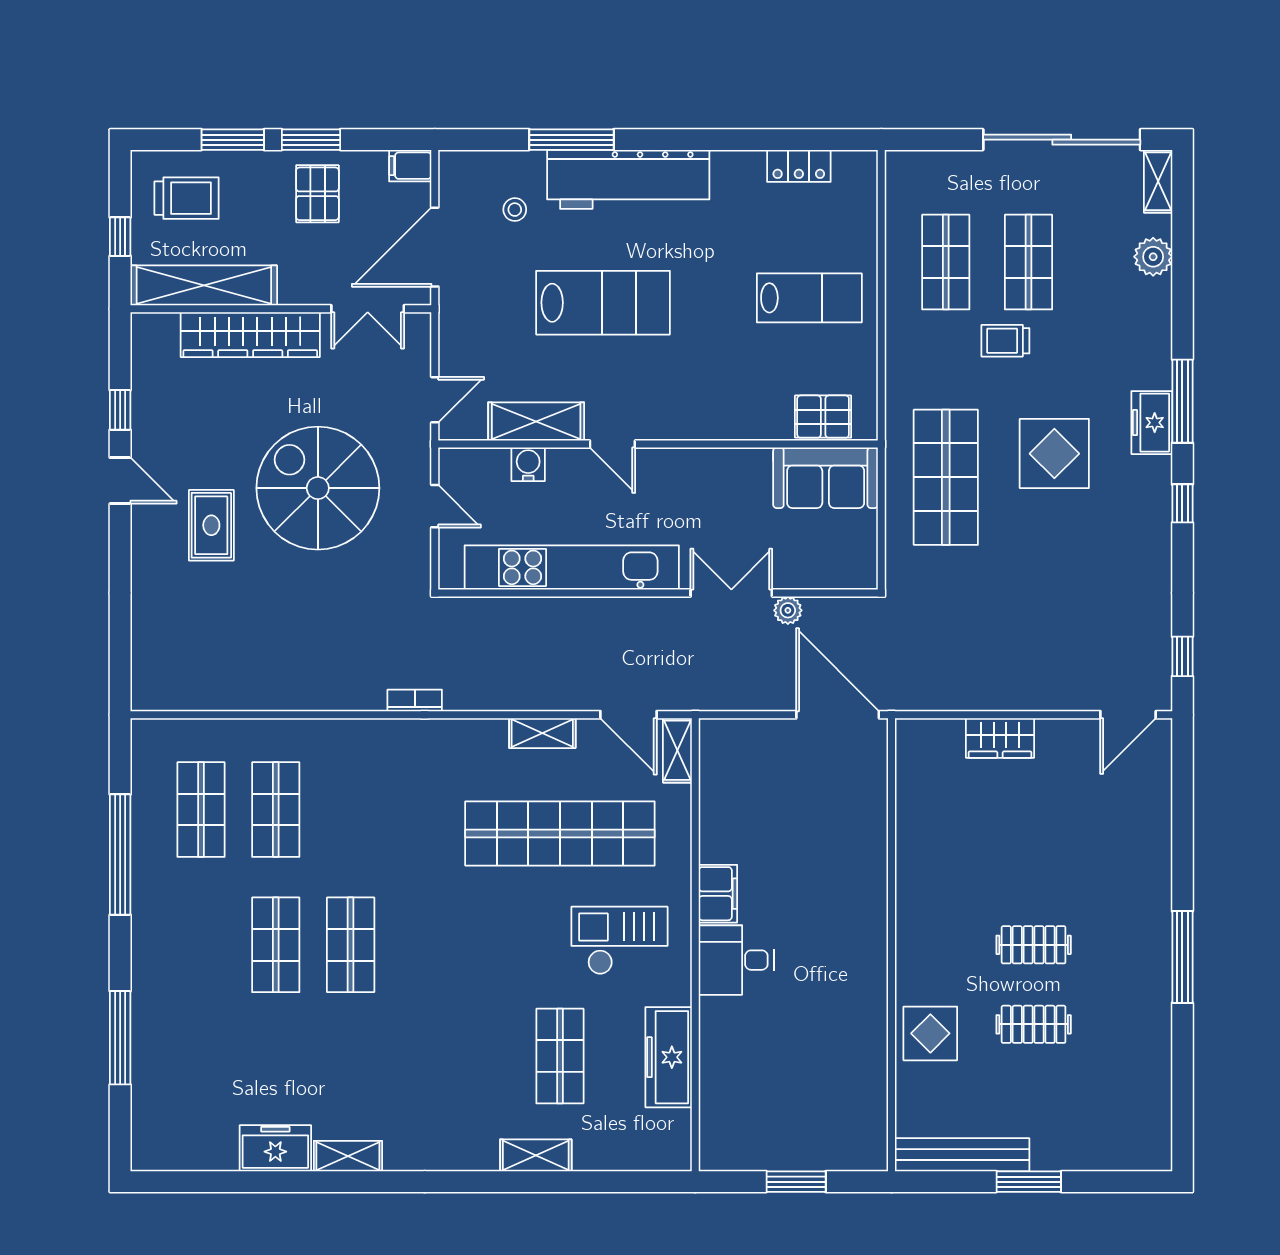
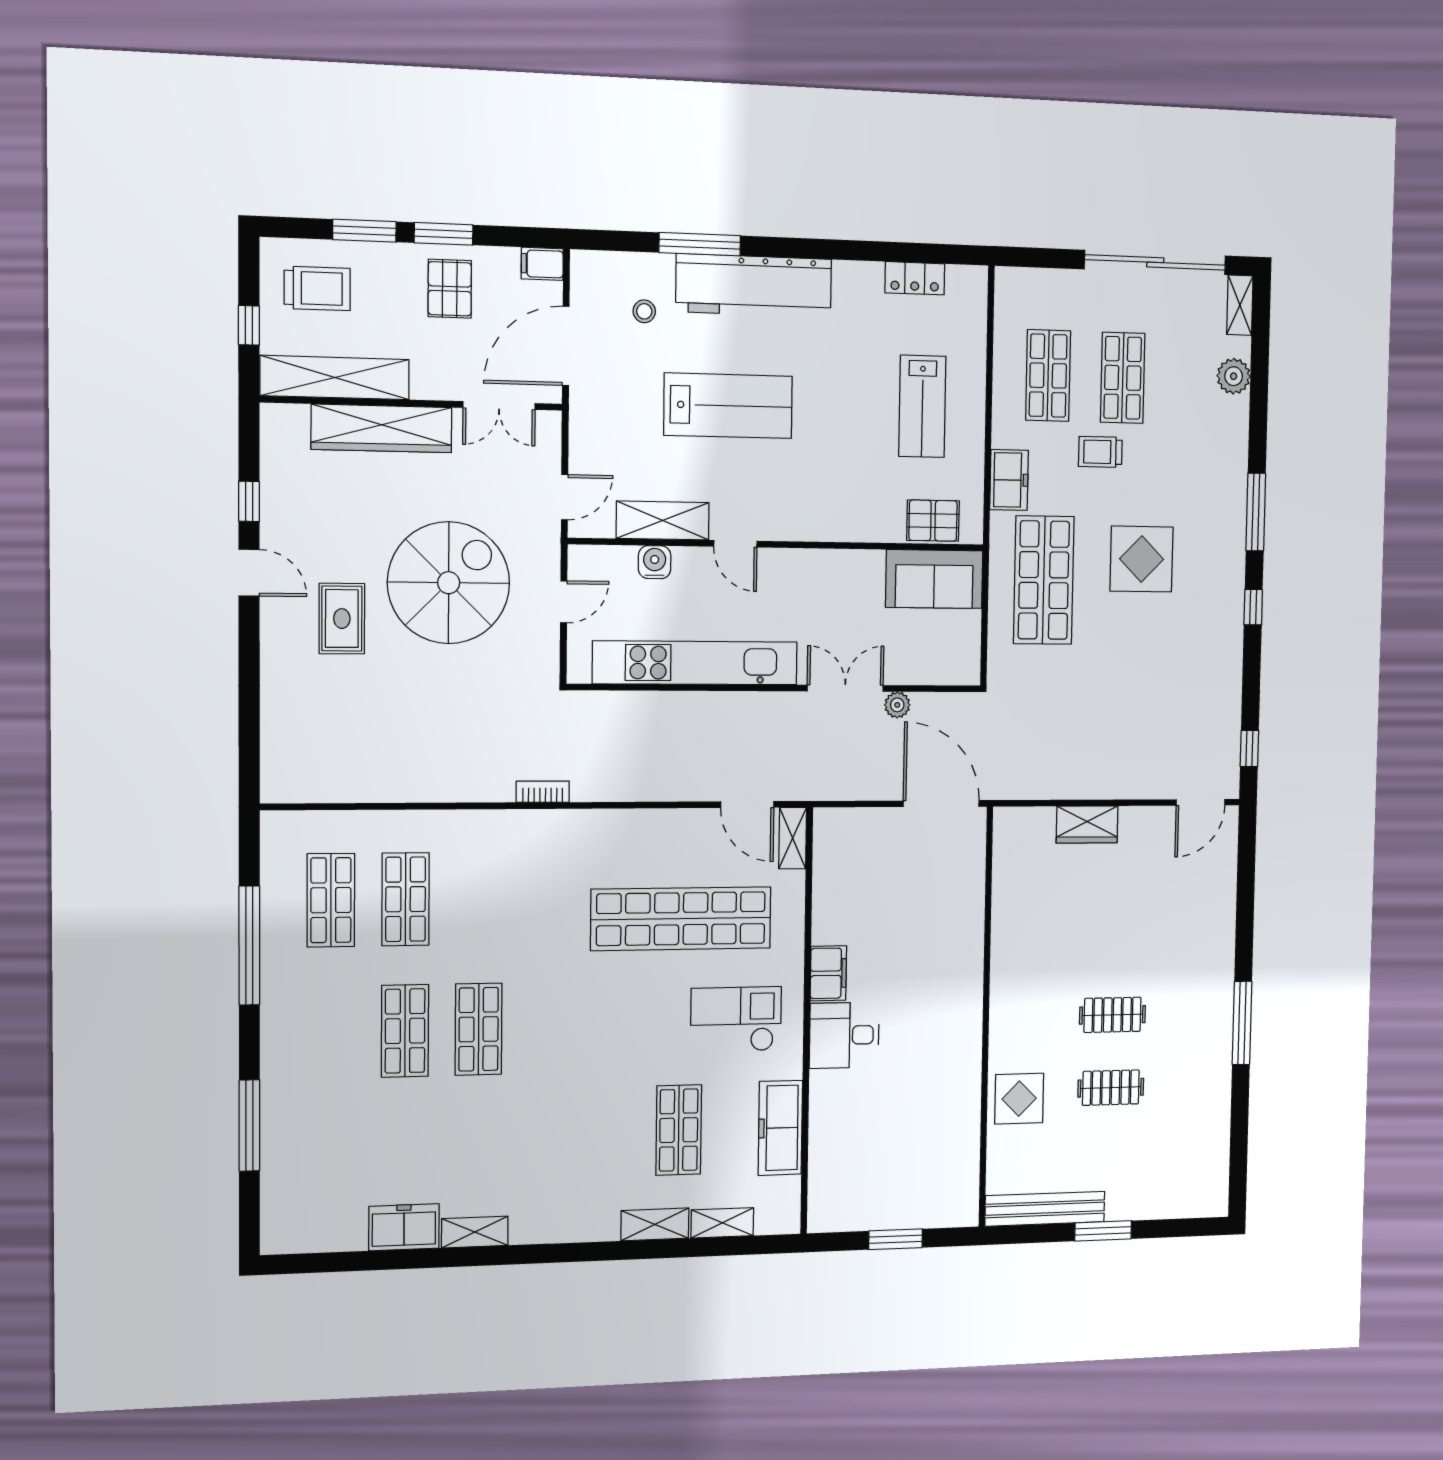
lab bench: (809, 298) -> (922, 406), turned 90
freezer: (1152, 423) -> (1009, 480), moved, turned 180
spiral stairs: (318, 488) -> (449, 583), turned 90
door: (435, 506) -> (564, 602), hinge flipped
shelving: (542, 733) -> (722, 1223), moved

